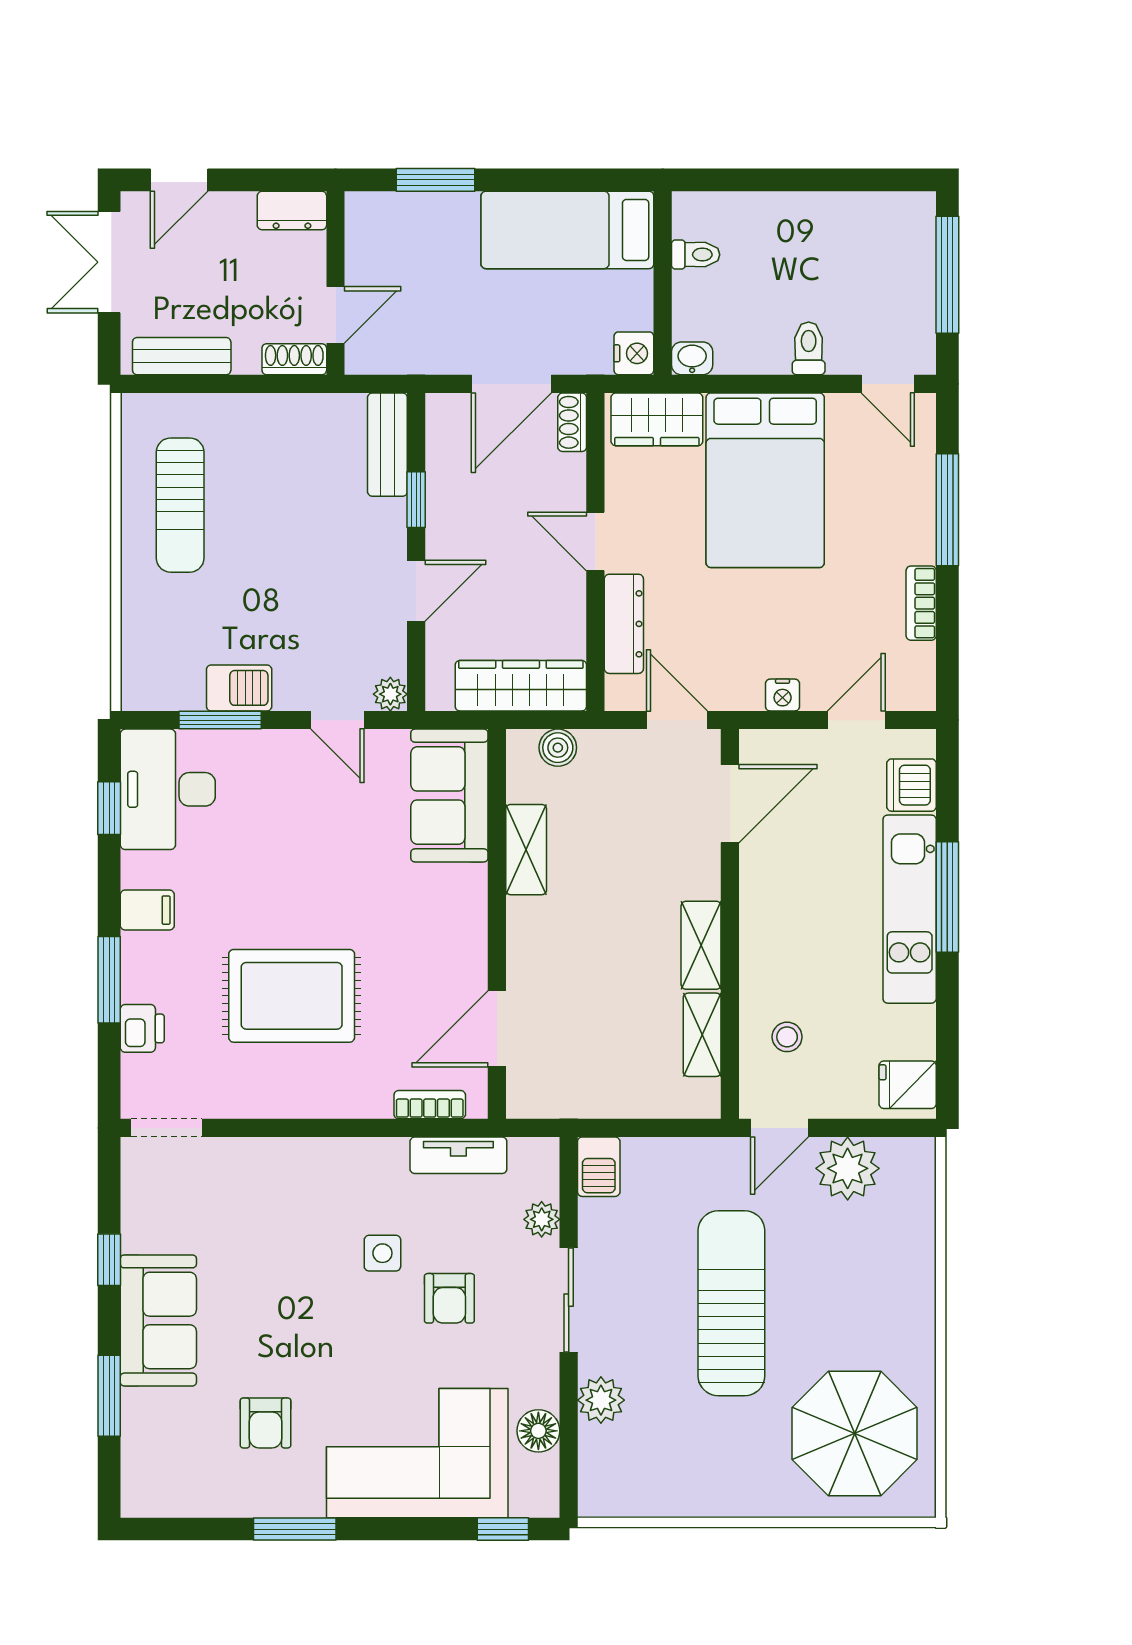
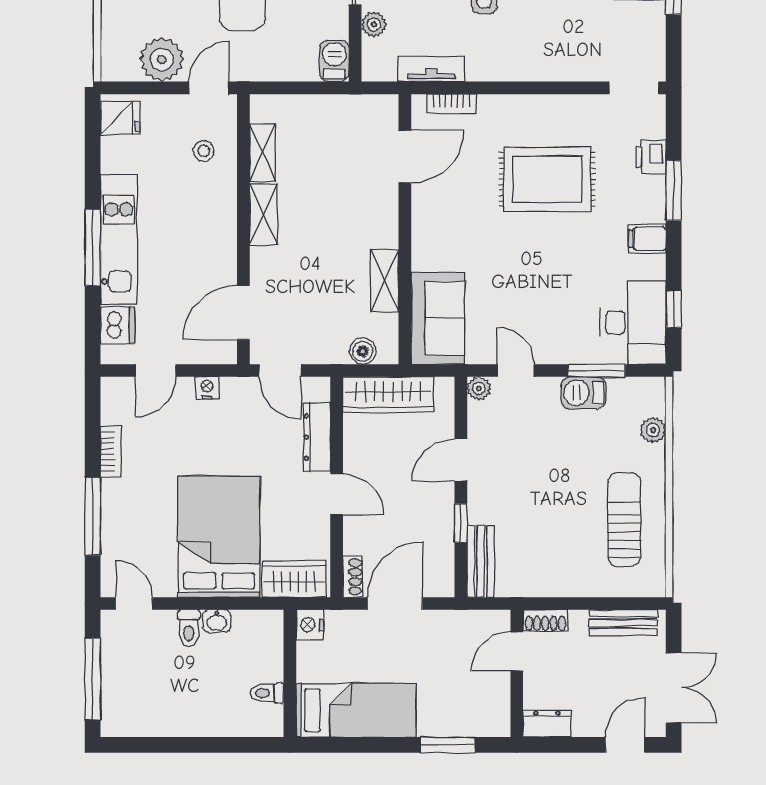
washbasin: (692, 358) -> (217, 621), moved
plant: (139, 634) -> (653, 430), added

